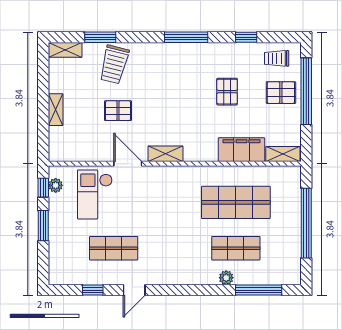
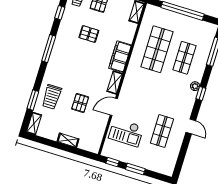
trolley: (114, 64) -> (52, 97), turned 76
filing cabinet: (241, 150) -> (120, 57), moved
plant: (56, 185) -> (113, 154), removed
plant: (226, 278) -> (195, 86), moved
window: (93, 290) -> (201, 94), moved

